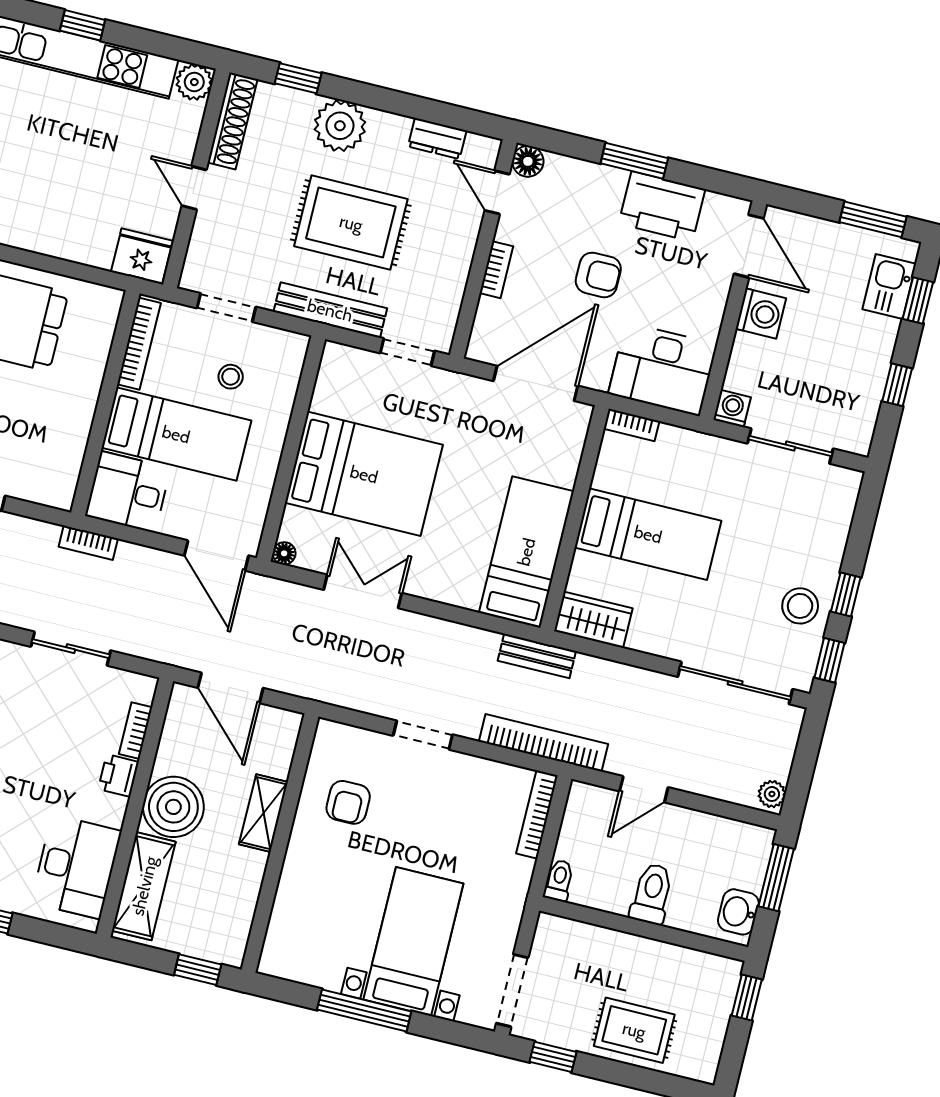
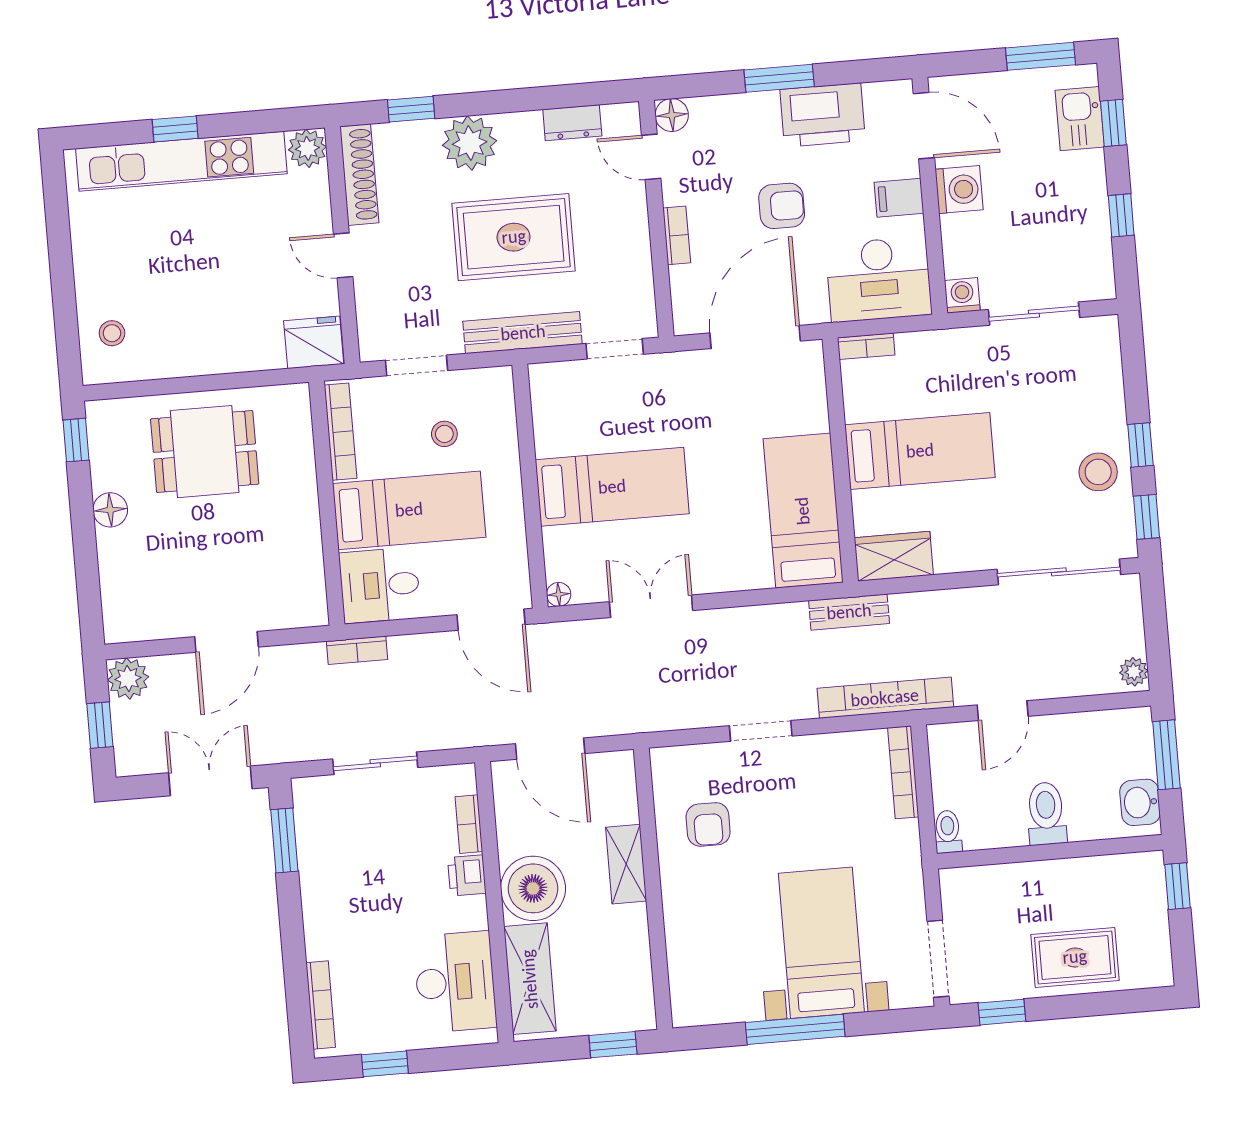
filing cabinet: (705, 303) -> (899, 198), added
bed: (364, 474) -> (612, 487), width x0.67

